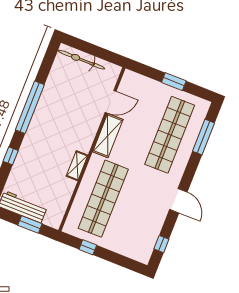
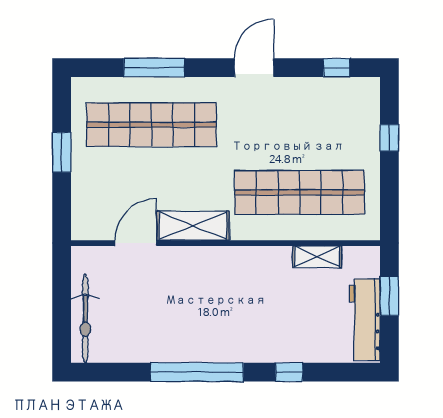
door: (111, 102) -> (136, 243), hinge flipped
window: (204, 137) -> (154, 68), moved
shelving: (77, 166) -> (317, 257), moved
window: (88, 247) -> (389, 138), moved

